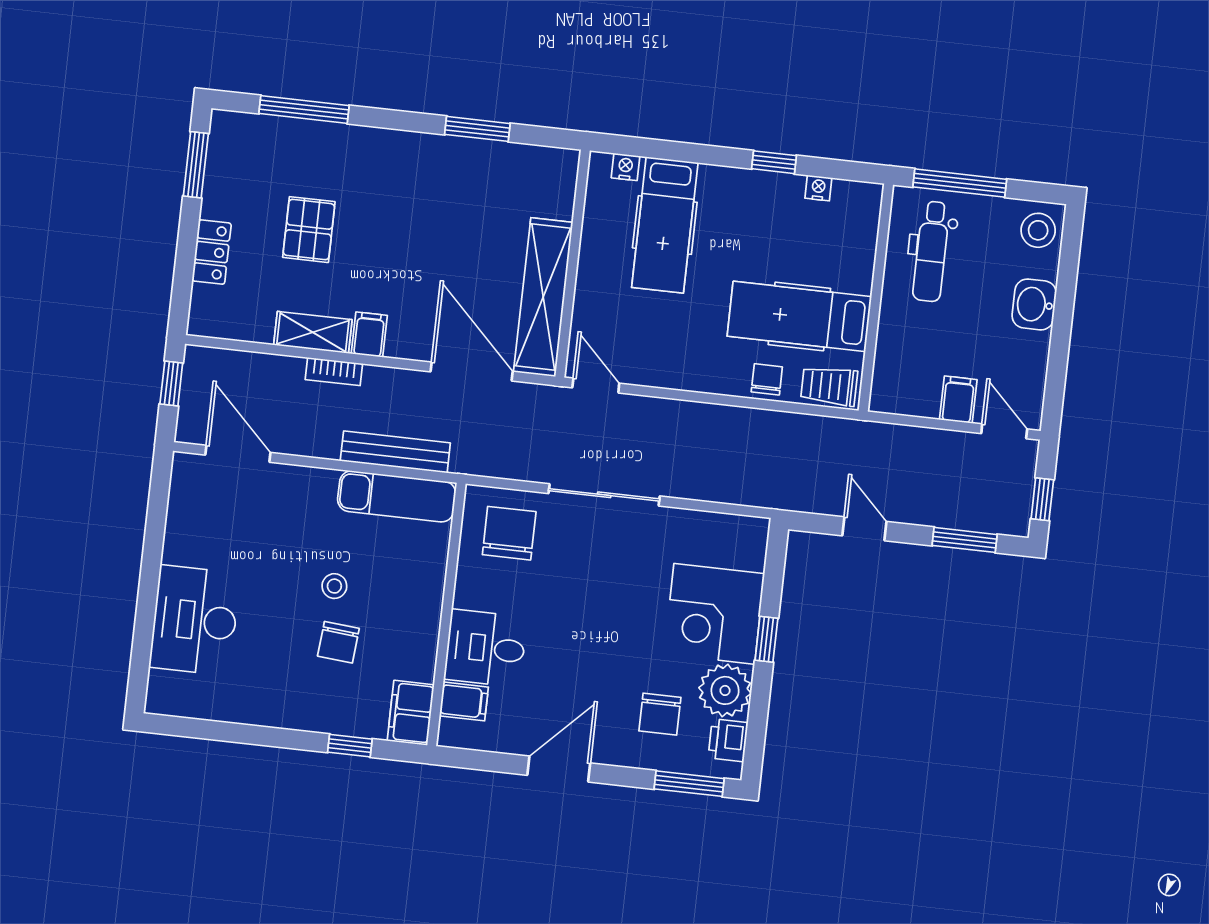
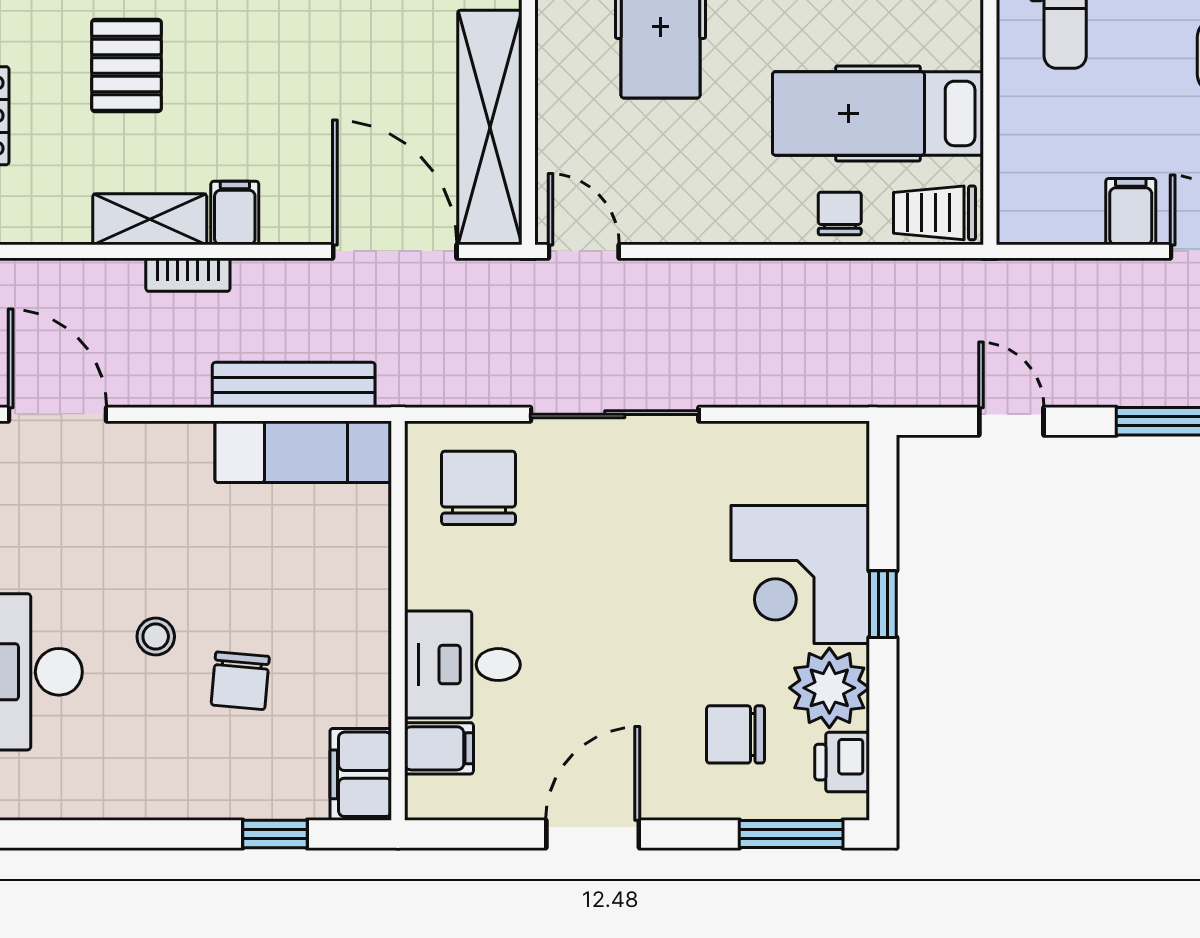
stool: (334, 586) -> (156, 637), moved
chair: (660, 714) -> (735, 734), turned 90

